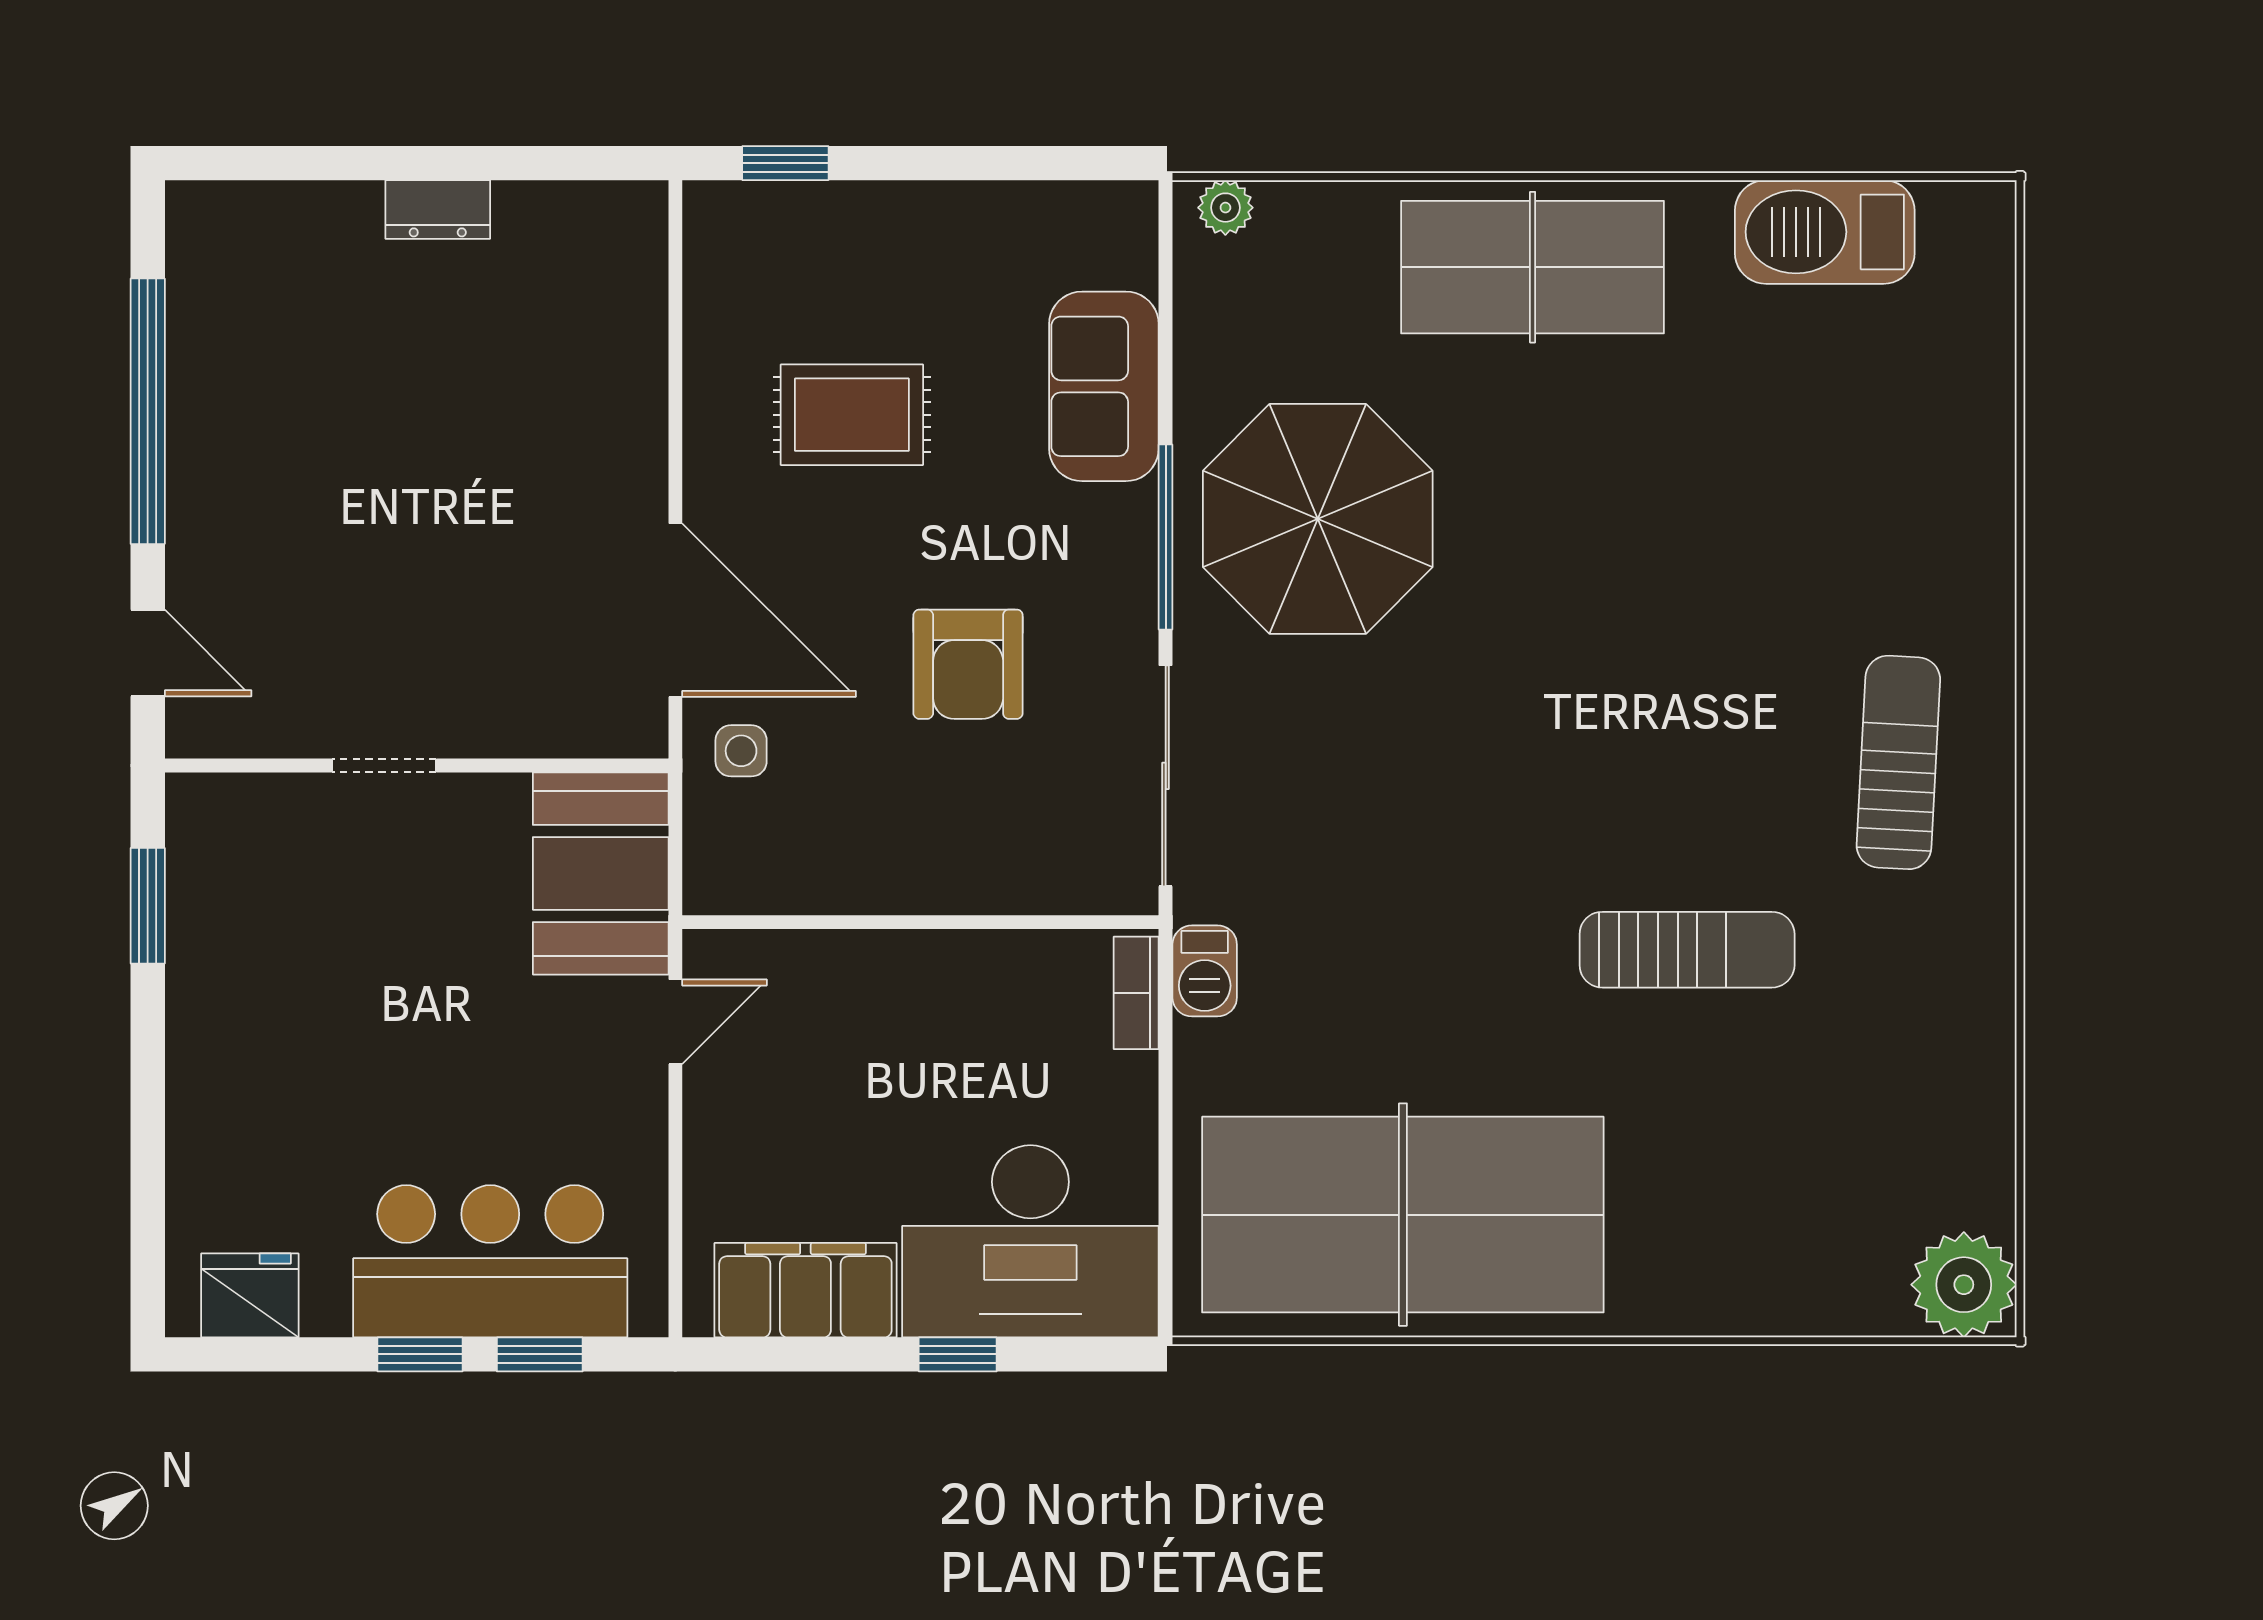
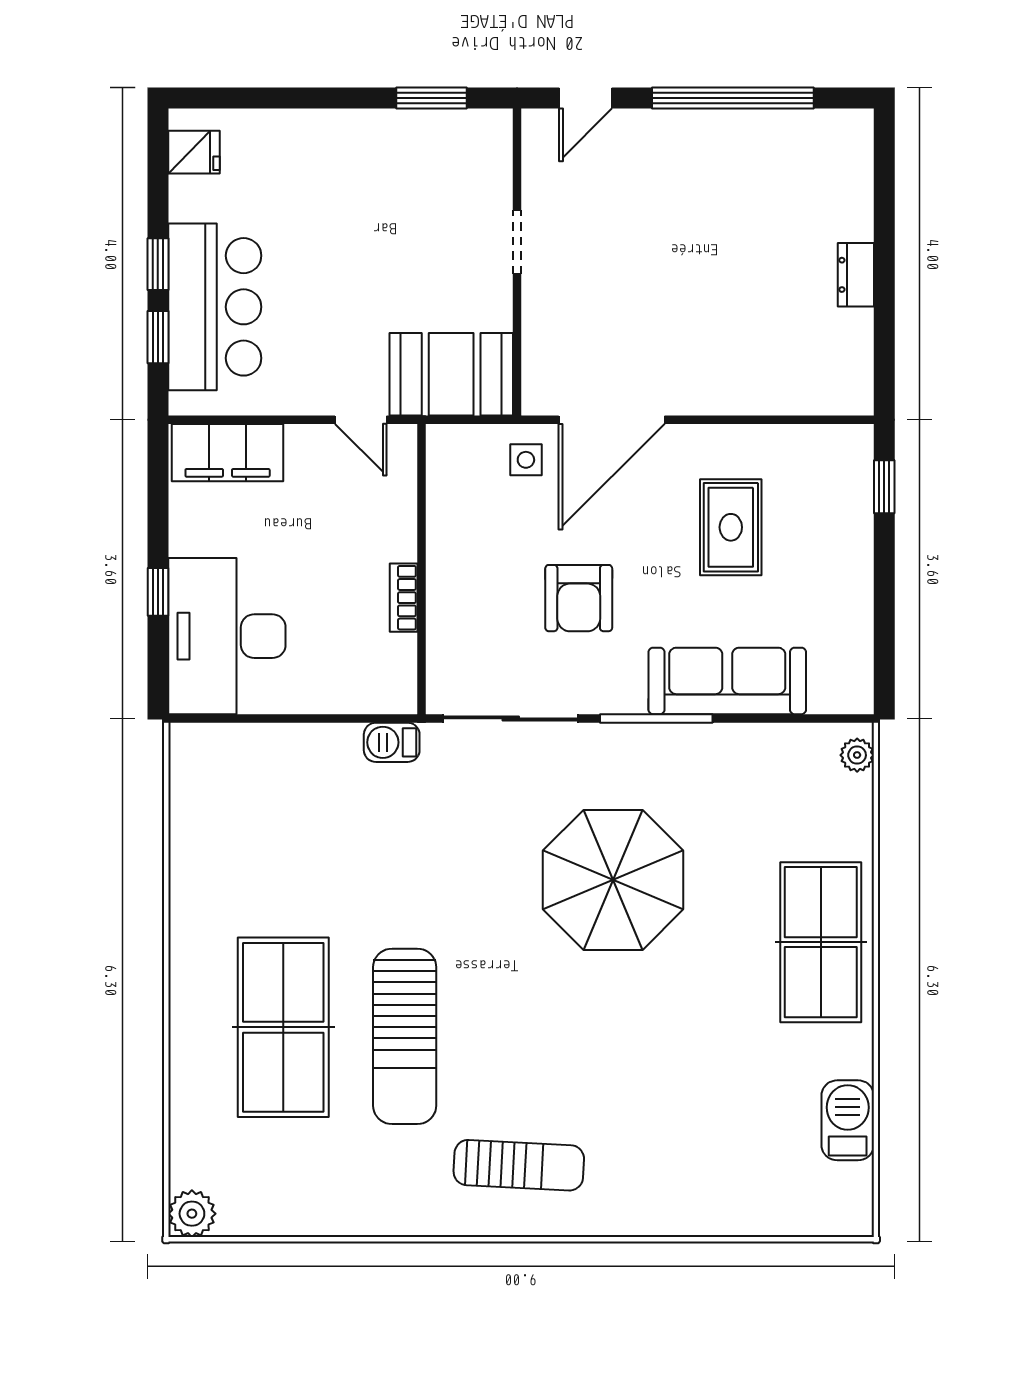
barbecue: (1825, 232) -> (848, 1120), width x0.73, depth x0.83
sofa: (1104, 386) -> (727, 681), width x1.36
parasol: (1318, 519) -> (613, 880), moved
armchair: (968, 664) -> (579, 598), turned -90
sun lounger: (1687, 950) -> (405, 1036), width x1.36, depth x1.34
bookcase: (1136, 993) -> (404, 598), moved, turned -90
table tennis table: (1403, 1215) -> (283, 1027), moved, width x0.73, depth x0.76
plant: (1964, 1285) -> (192, 1214), width x0.73, depth x0.73
filing cabinet: (805, 1290) -> (228, 453), moved, turned 90
fridge: (250, 1295) -> (194, 152), width x0.72

